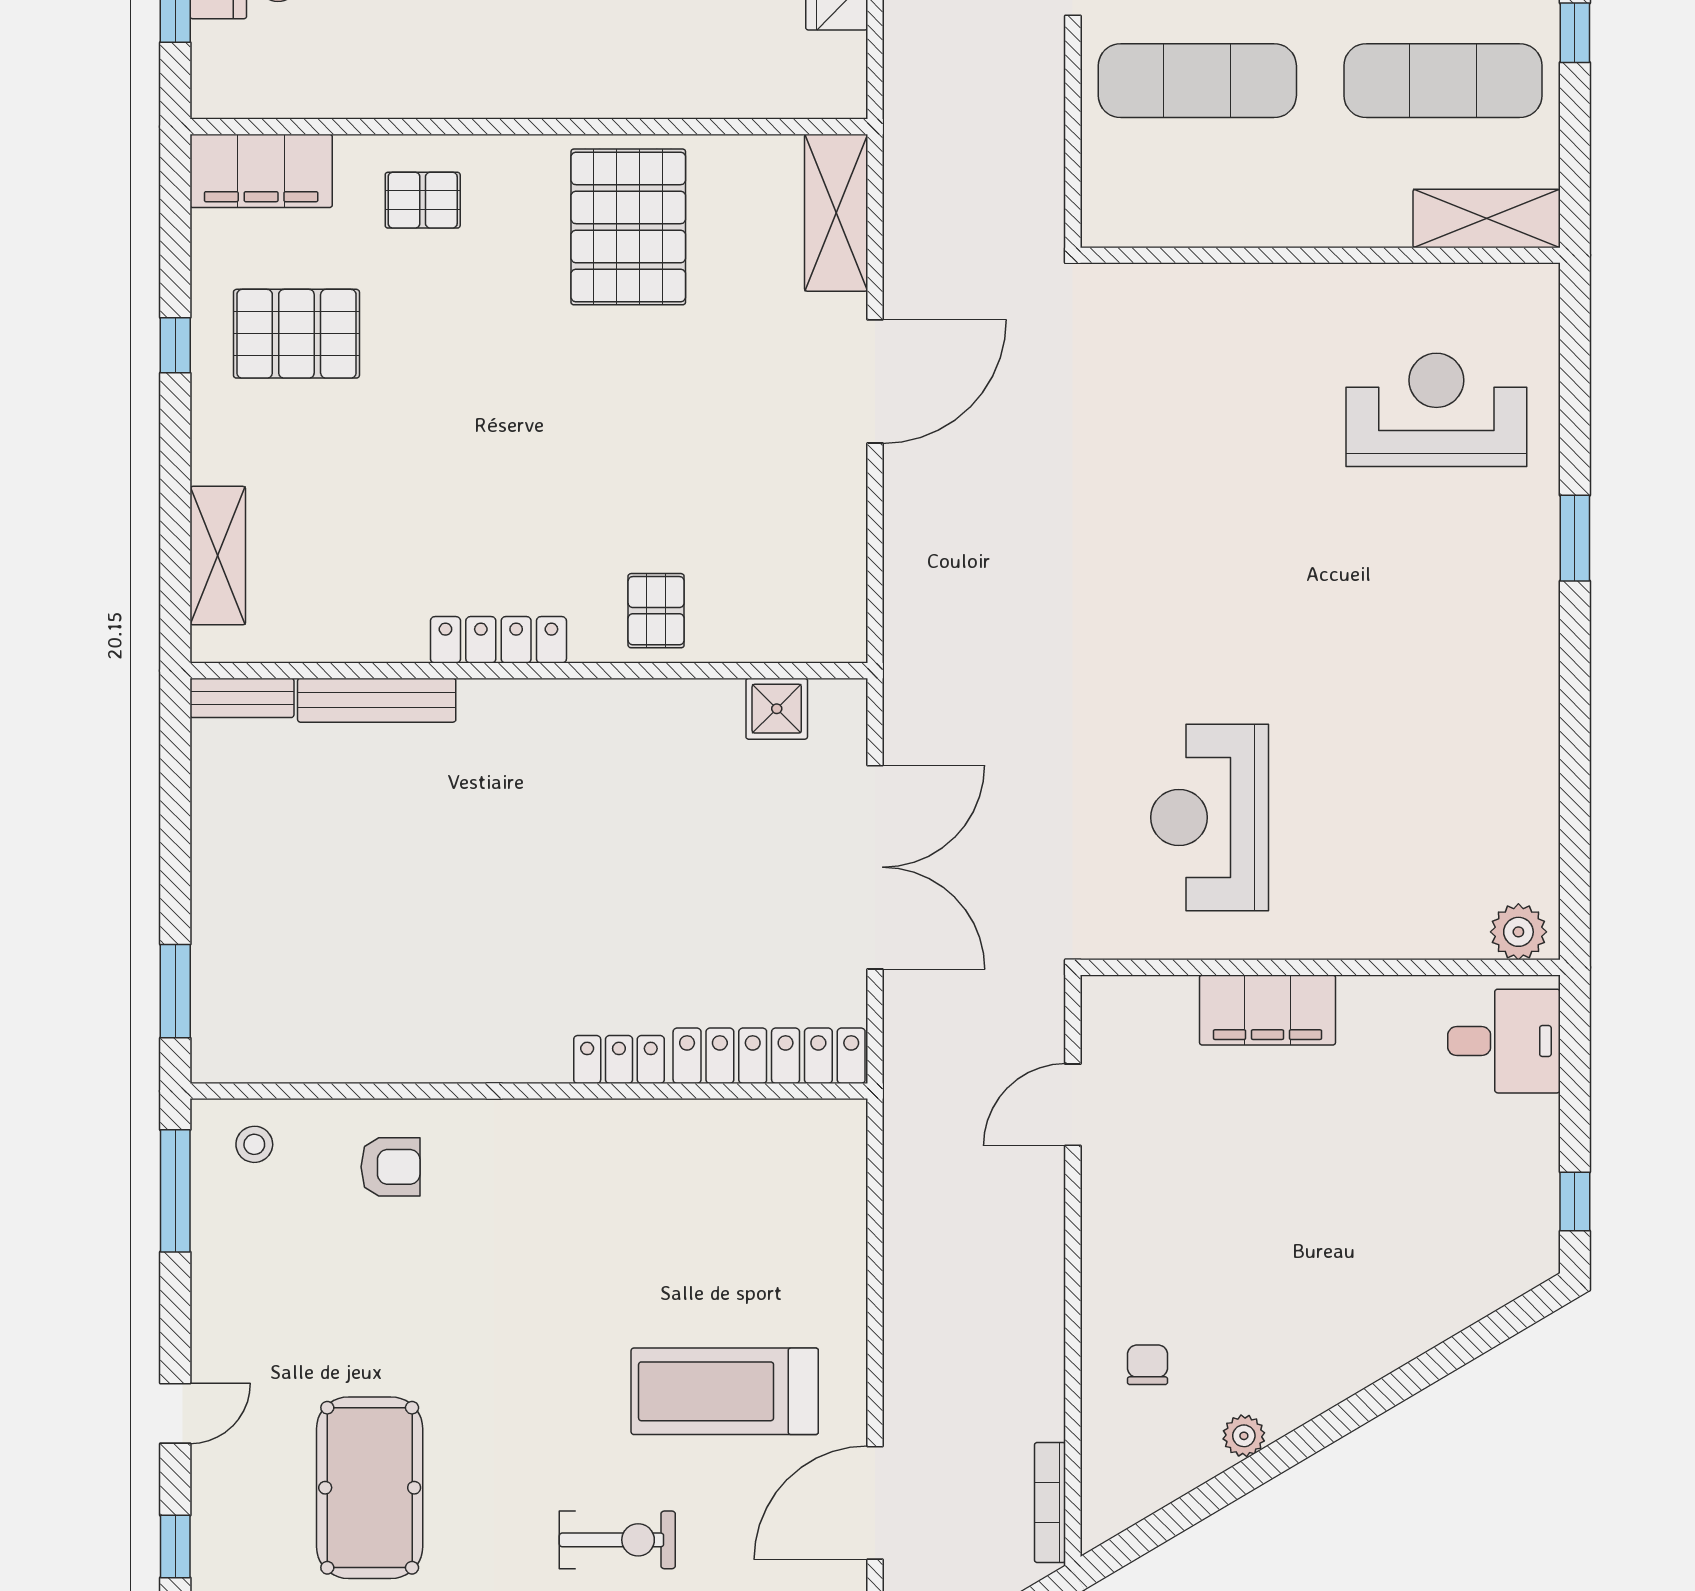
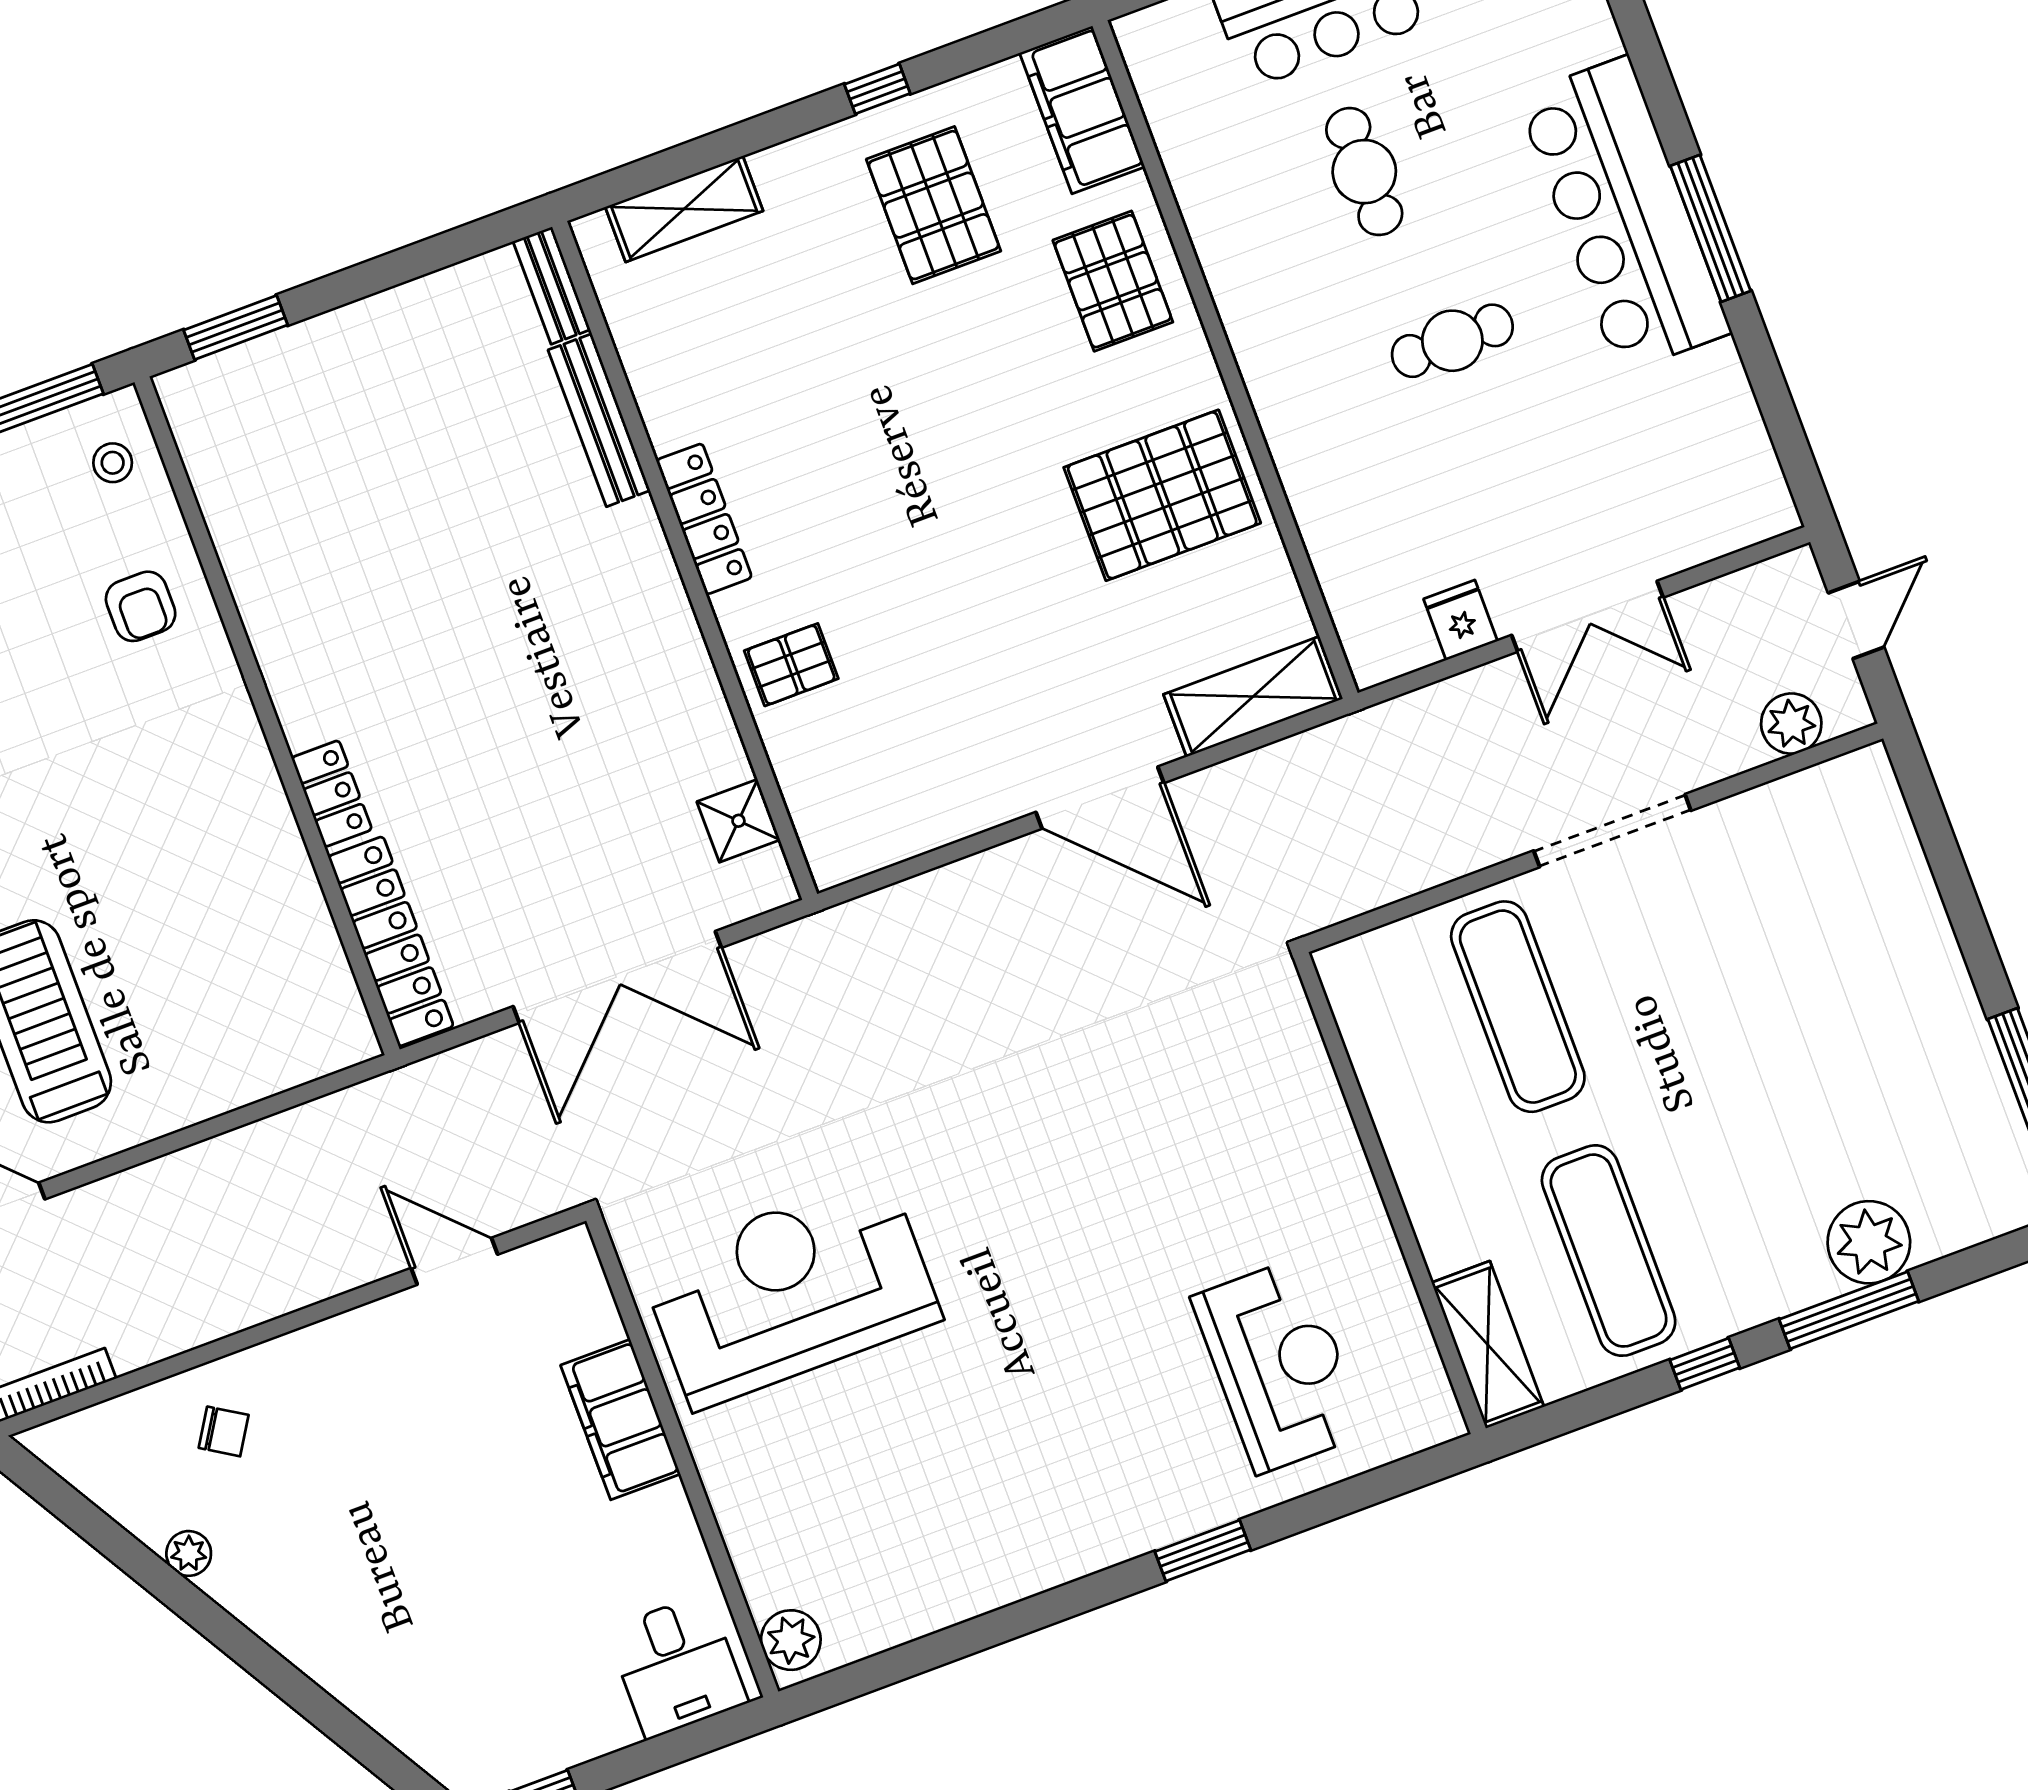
pallet: (423, 200) -> (1113, 281), width x1.50, depth x1.42
reception desk: (1210, 817) -> (790, 1291), width x1.36, depth x1.30
chair: (1147, 1365) -> (224, 1431), turned 32

